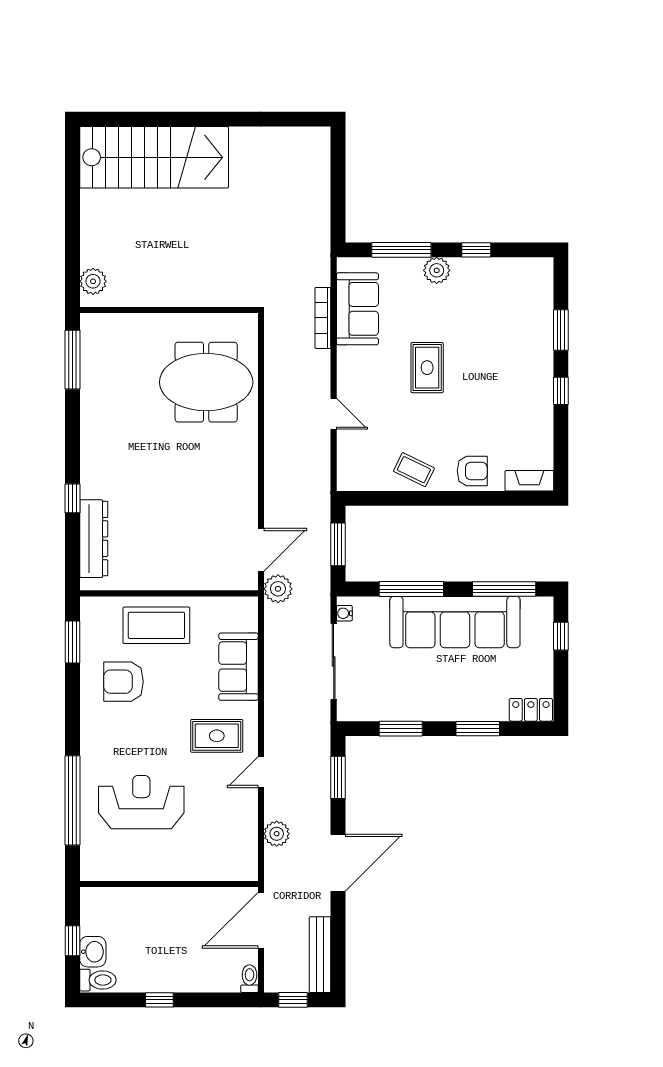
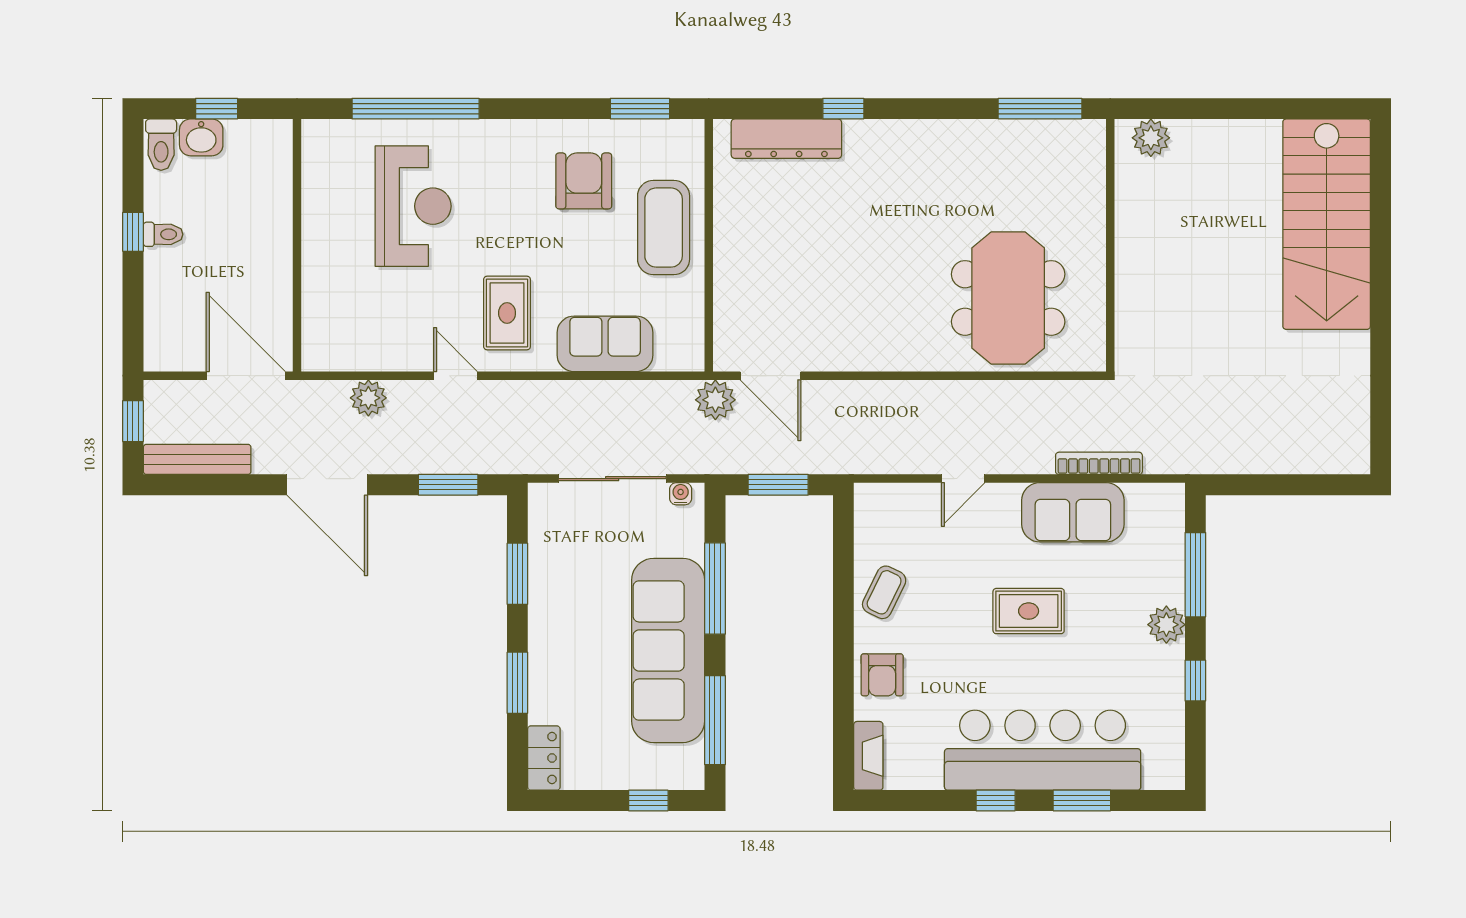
sofa: (357, 309) -> (1073, 512), moved
bar counter: (525, 358) -> (1043, 750), added
toilet: (249, 979) -> (163, 234), moved

